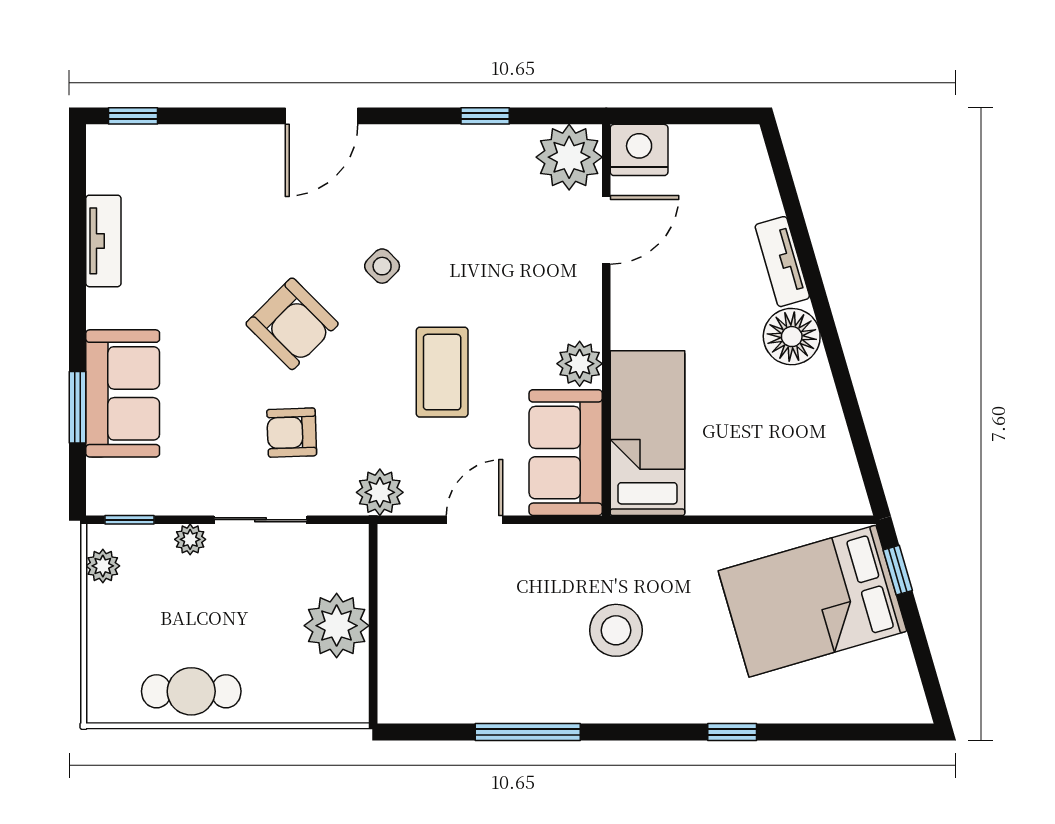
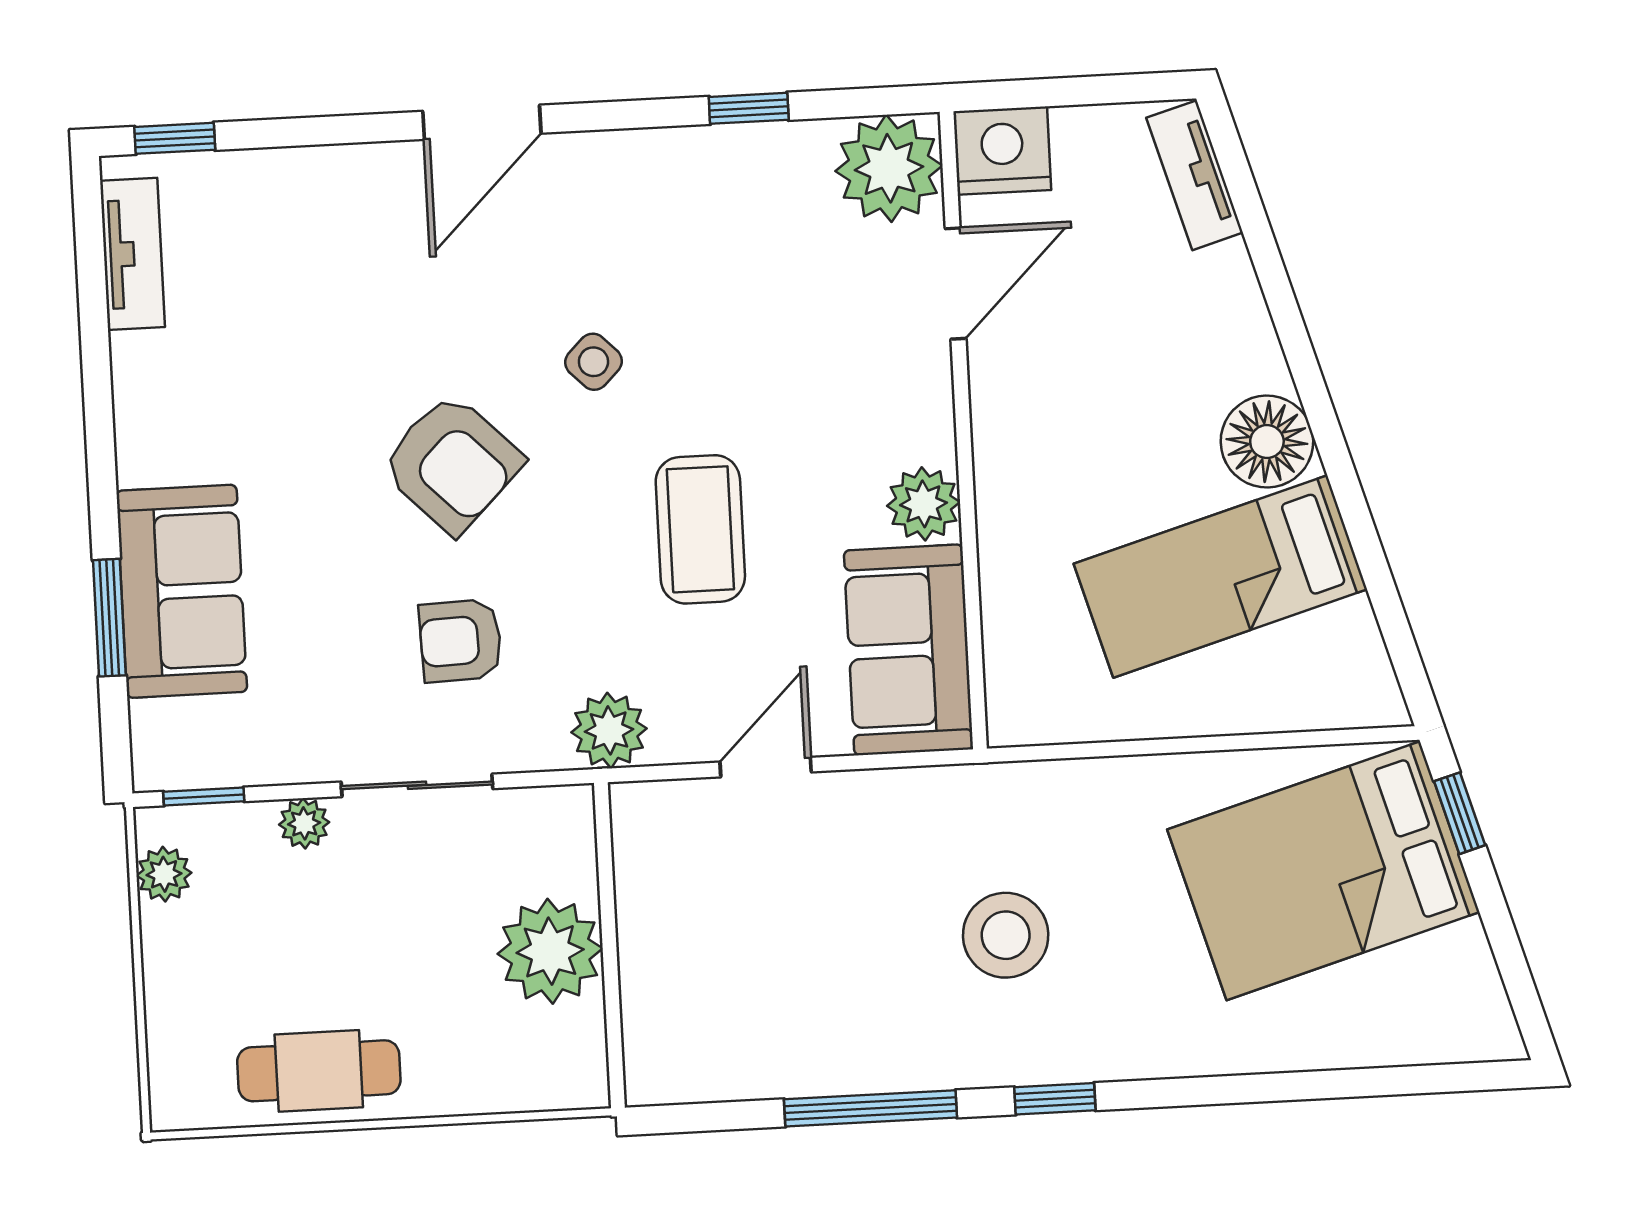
tv unit: (103, 241) -> (133, 254), moved
tv unit: (782, 262) -> (1195, 175), moved
bed: (647, 433) -> (1220, 576), moved, turned -106
window: (732, 732) -> (1055, 1099), moved

